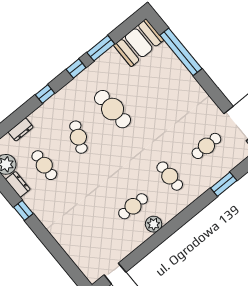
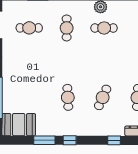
window: (45, 94) -> (114, 140), moved
cafe table: (113, 109) -> (68, 97), width x0.73, depth x0.74

